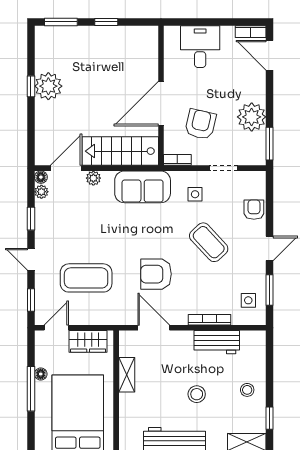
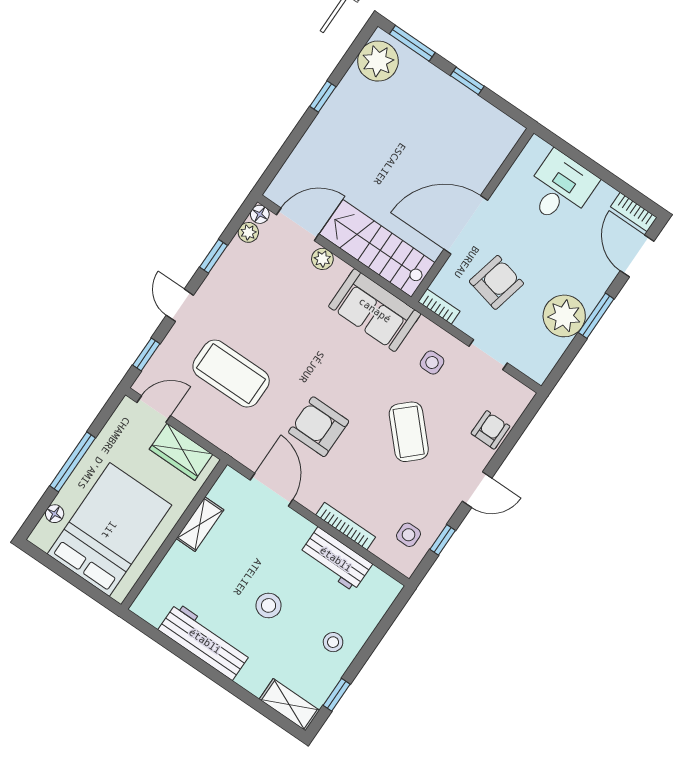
plant: (48, 86) -> (378, 61), moved
window: (270, 144) -> (596, 316), moved
window: (270, 290) -> (443, 540), width x0.67
floor lamp: (41, 374) -> (55, 514), moved

